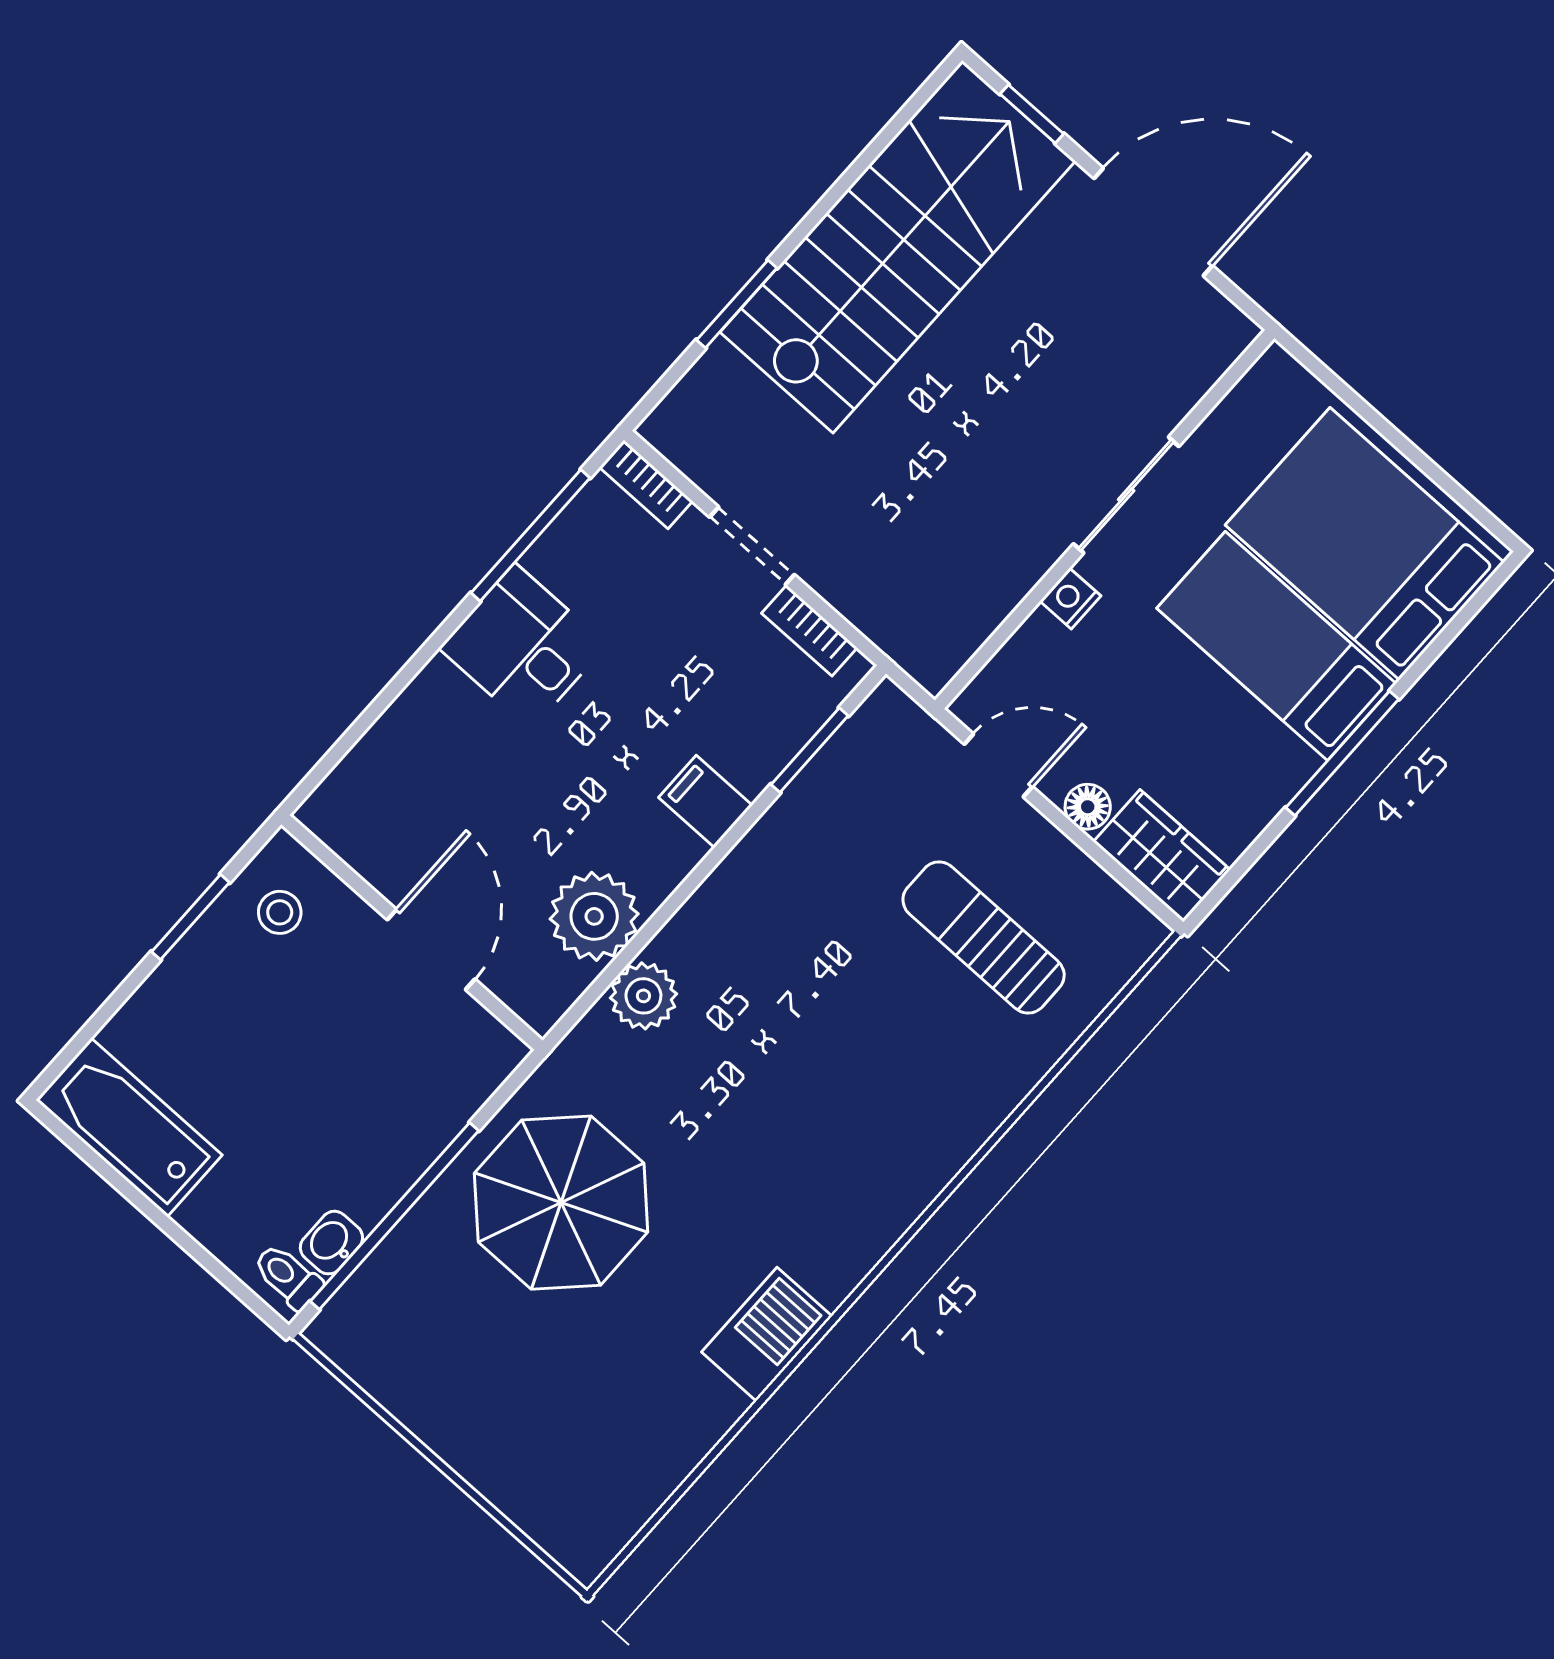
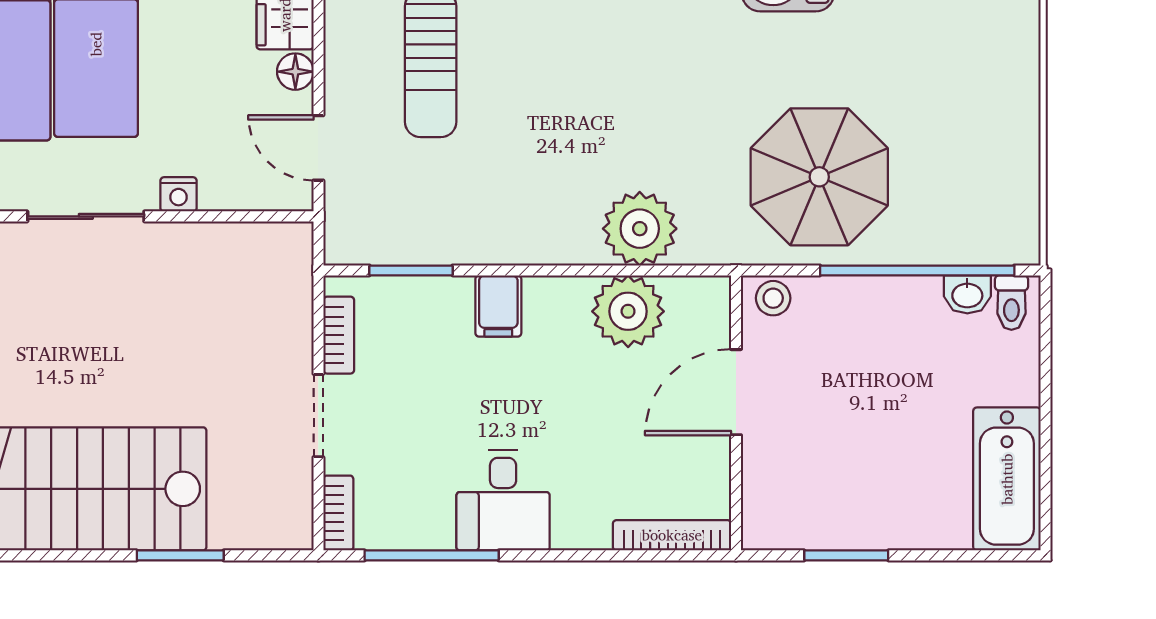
bookcase: (352, 773) -> (672, 535), added
stool: (280, 912) -> (773, 298), moved
plant: (643, 996) -> (640, 229), width x1.36, depth x1.36

